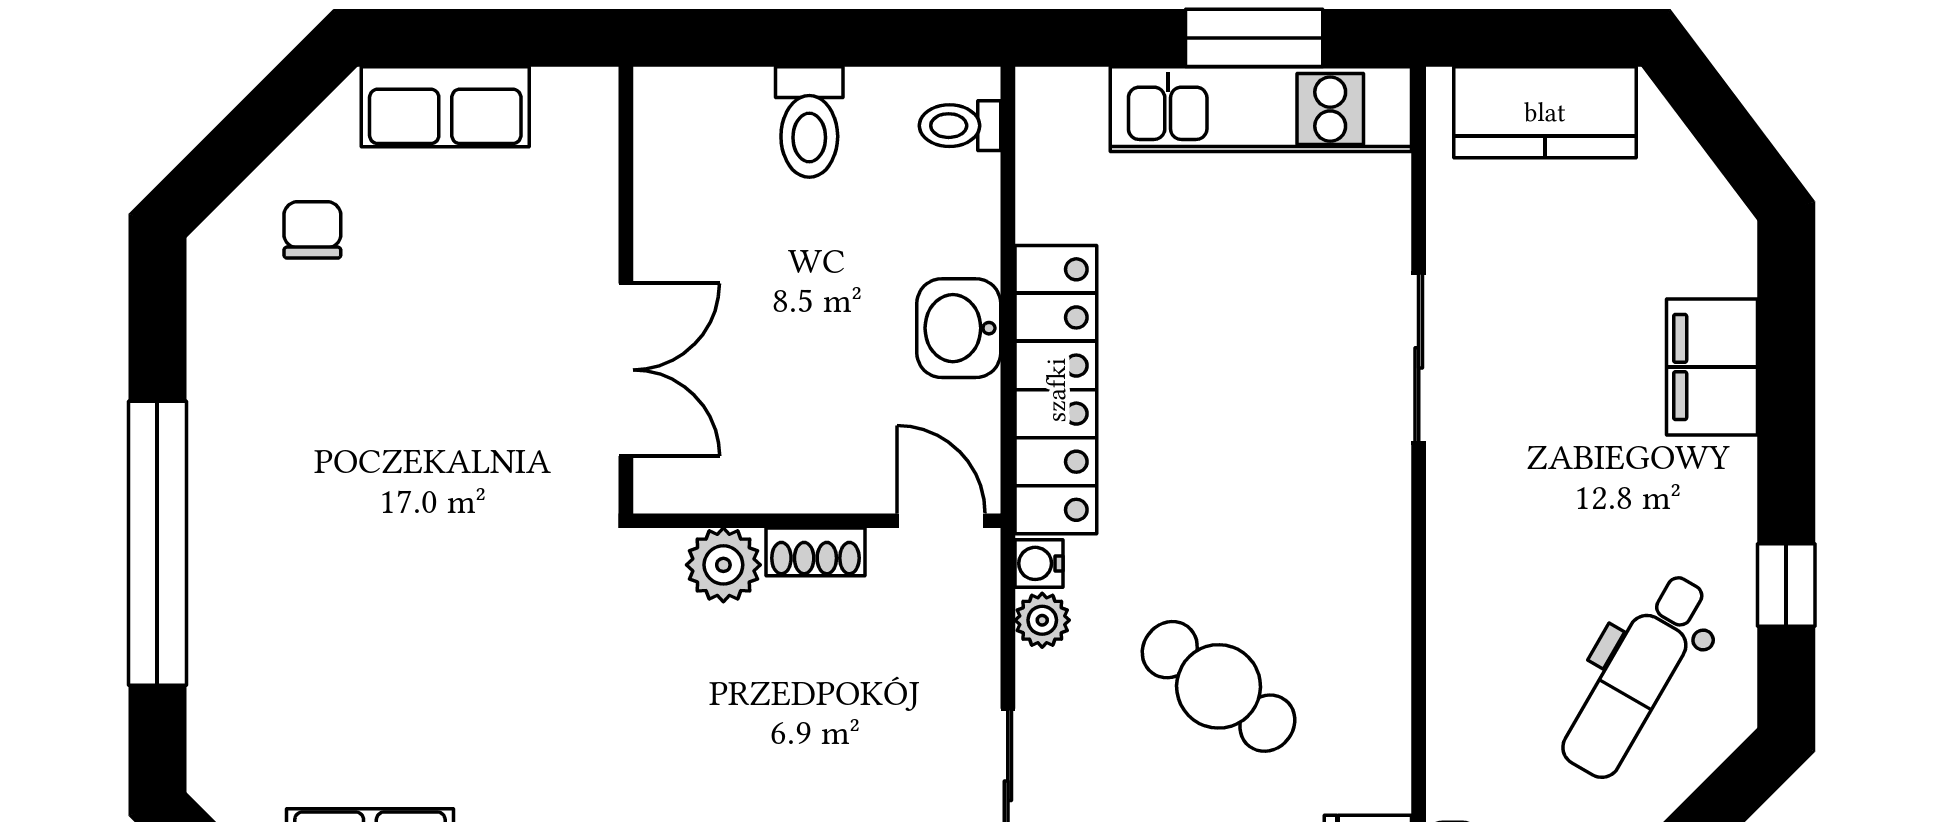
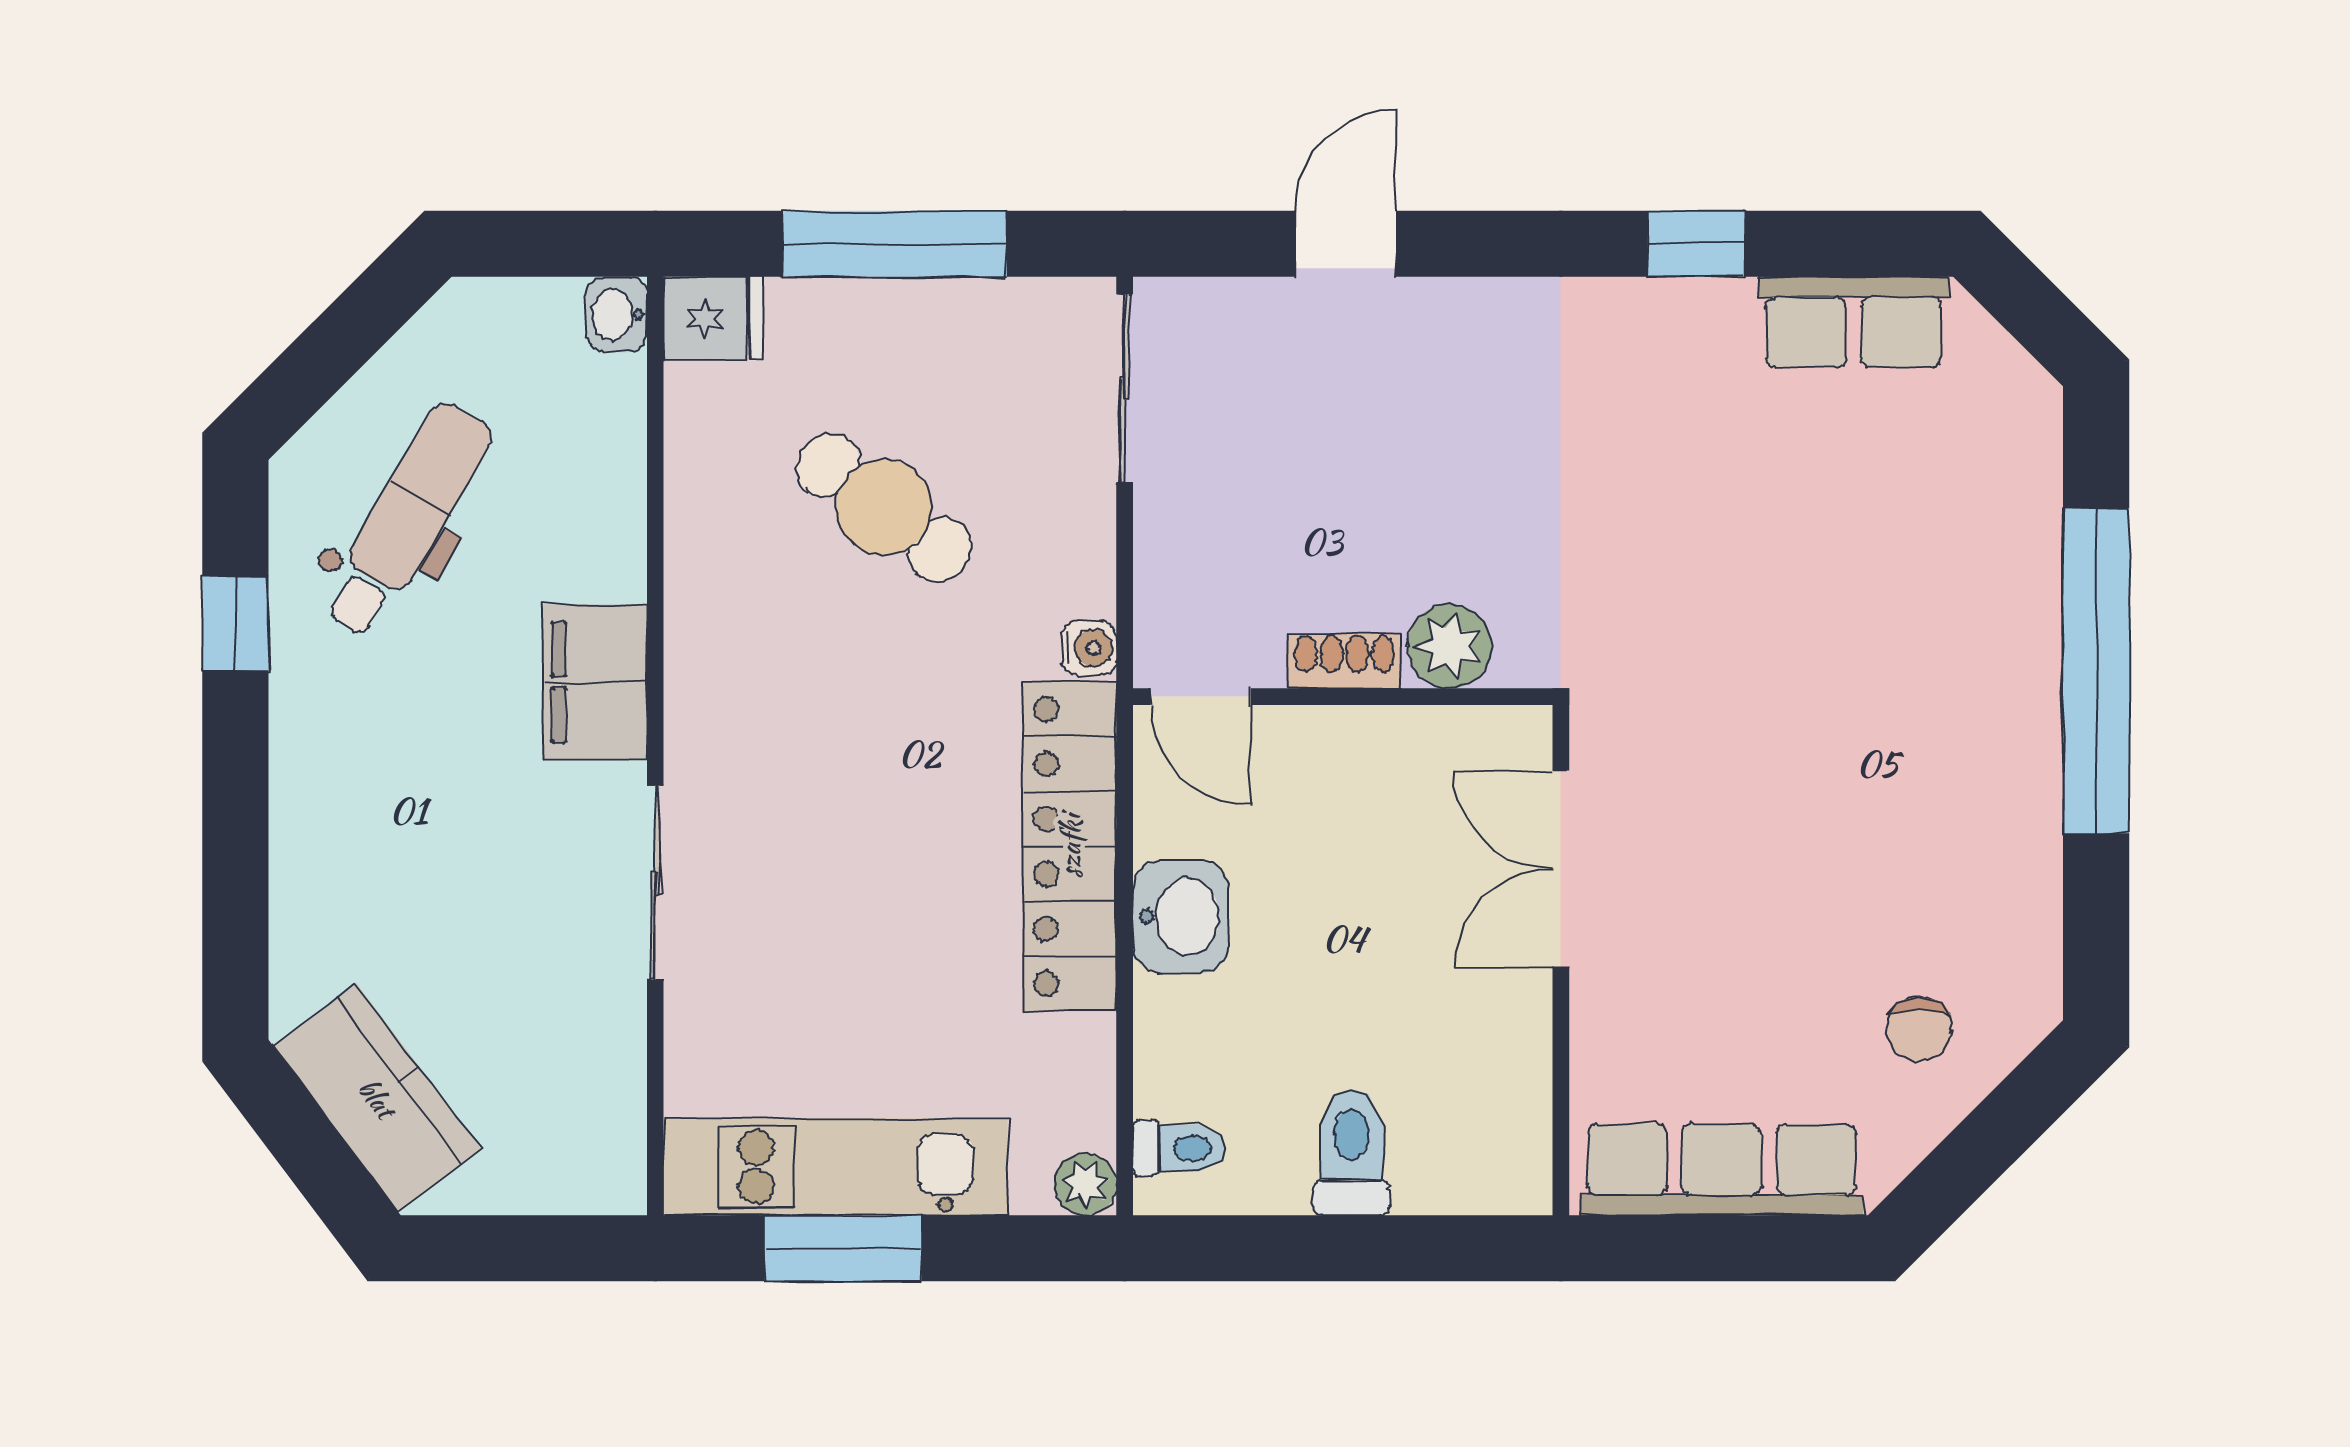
row of seats: (445, 107) -> (1722, 1170), width x1.48
kitchen counter: (1545, 112) -> (377, 1098), moved, turned 53
filing cabinet: (1712, 367) -> (595, 682), moved, turned 180
plant: (1042, 620) -> (1085, 1184), moved

